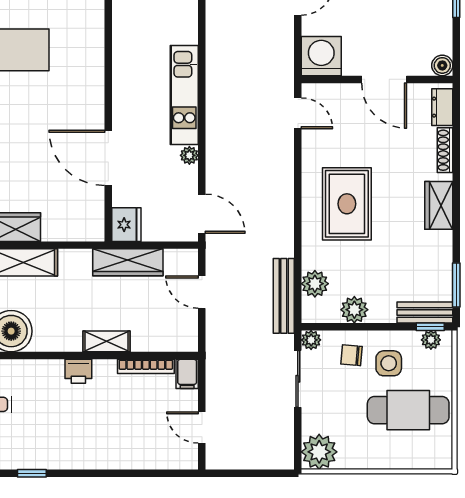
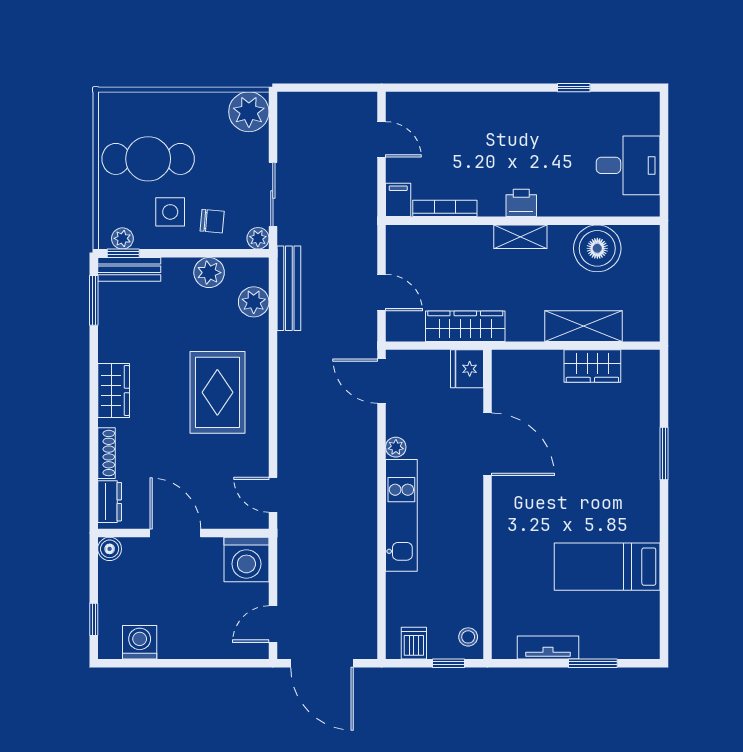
shelving: (107, 341) -> (520, 237), moved

